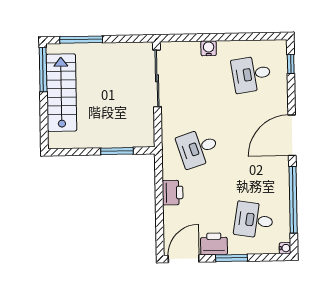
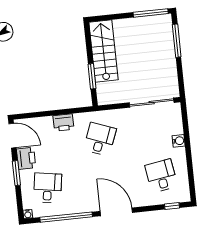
stairs: (61, 93) -> (103, 51), moved, turned -90
desk: (198, 148) -> (100, 139), turned 39

